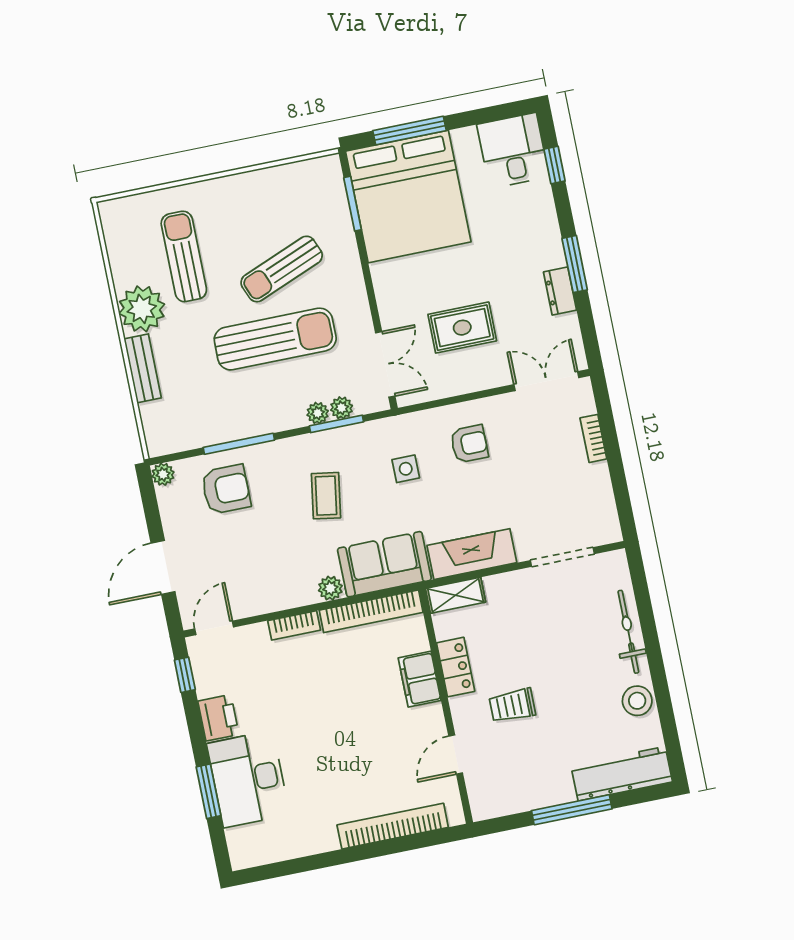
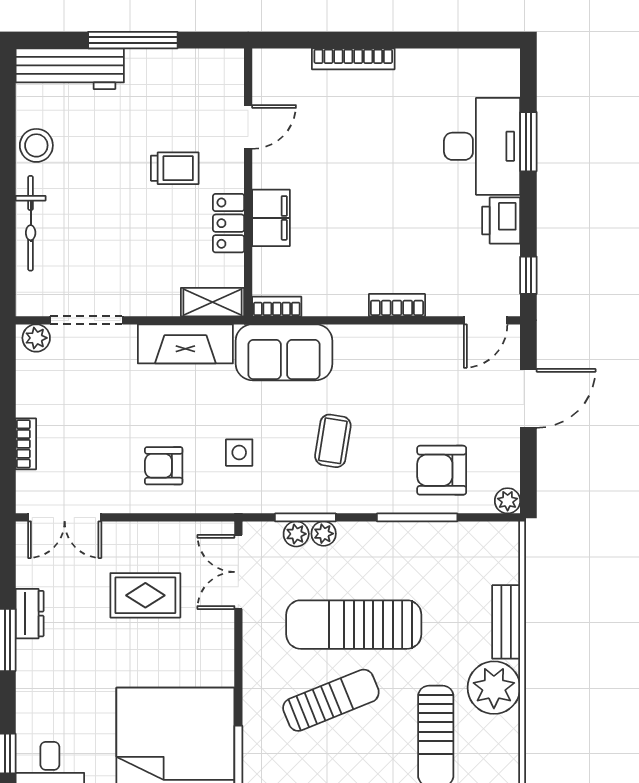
plant: (330, 588) -> (36, 338), moved
bookcase: (371, 611) -> (277, 307), width x0.43, depth x0.76
bookcase: (393, 826) -> (353, 59), width x0.68, depth x0.76

